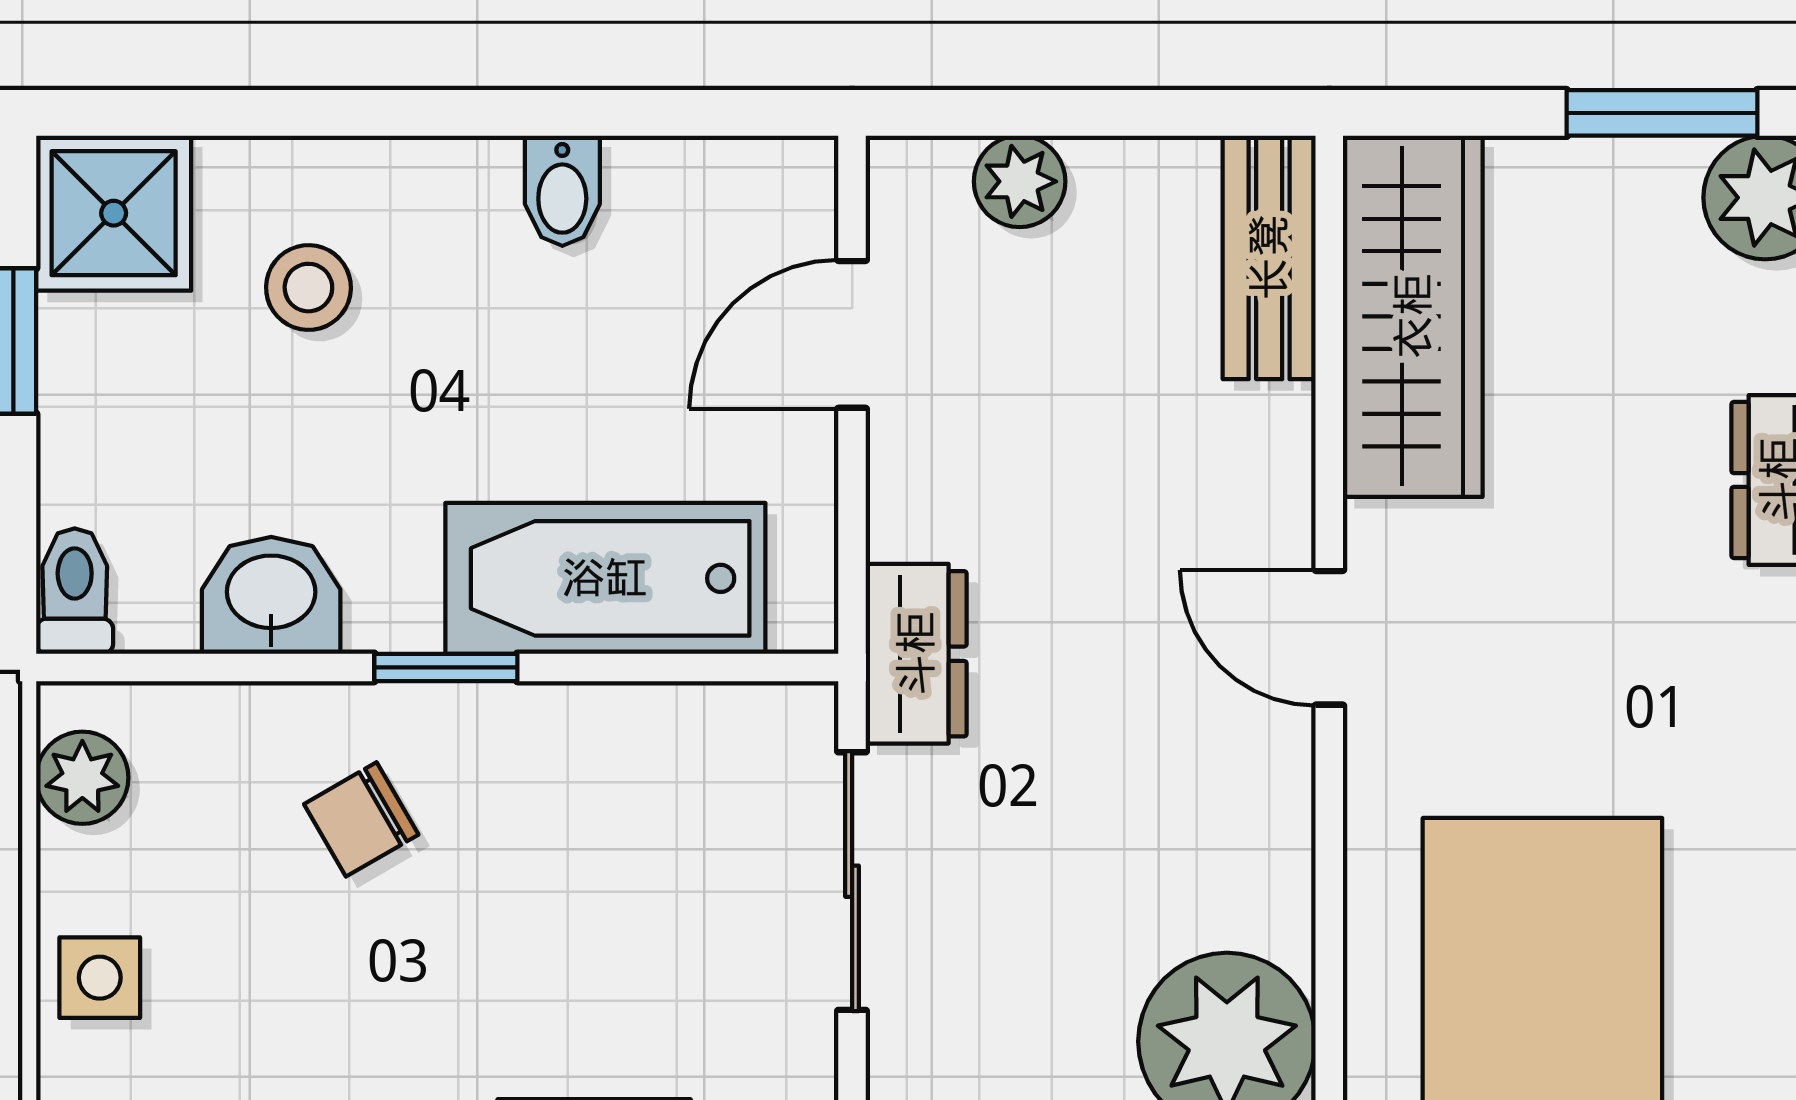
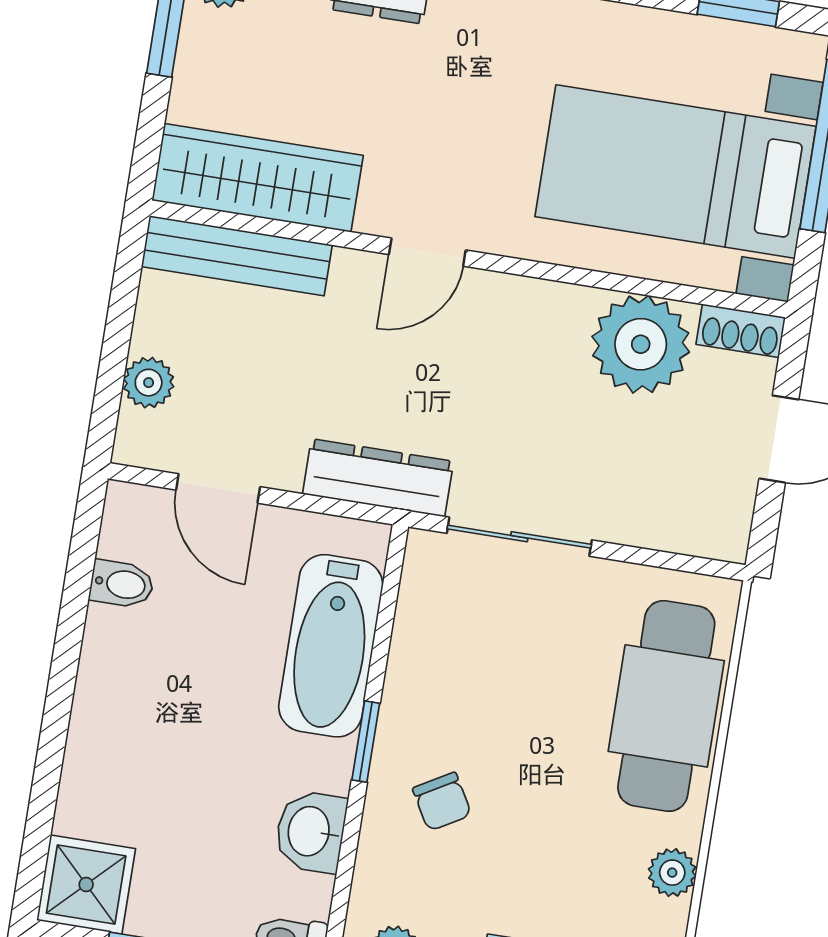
bidet: (562, 191) -> (122, 584), moved
bench: (1269, 257) -> (237, 256), width x1.36
stool: (308, 288) -> (144, 784), removed
dresser: (916, 654) -> (378, 478), width x1.44

